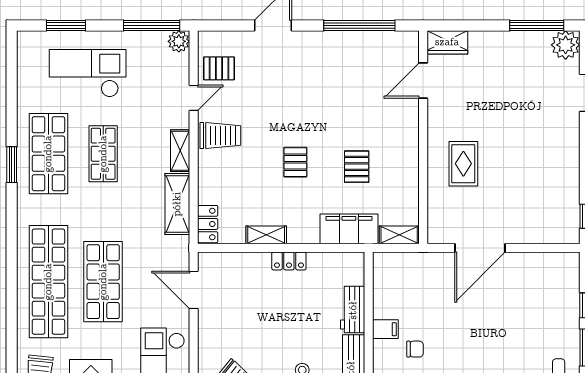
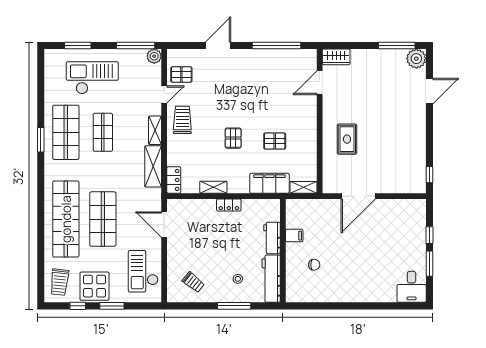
trolley: (220, 135) -> (182, 120), turned -90
pallet: (357, 167) -> (275, 141), turned 90
filing cabinet: (385, 329) -> (294, 236), moved

